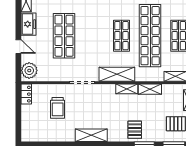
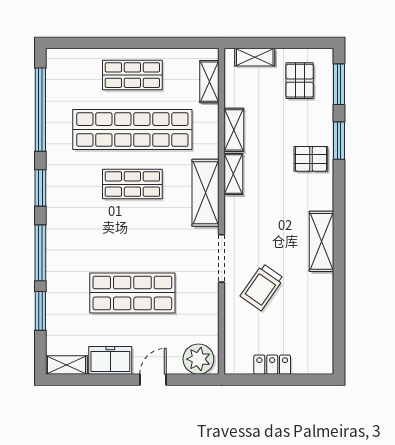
locker: (26, 94) -> (272, 365), moved
trolley: (58, 108) -> (262, 287), moved, turned 125

